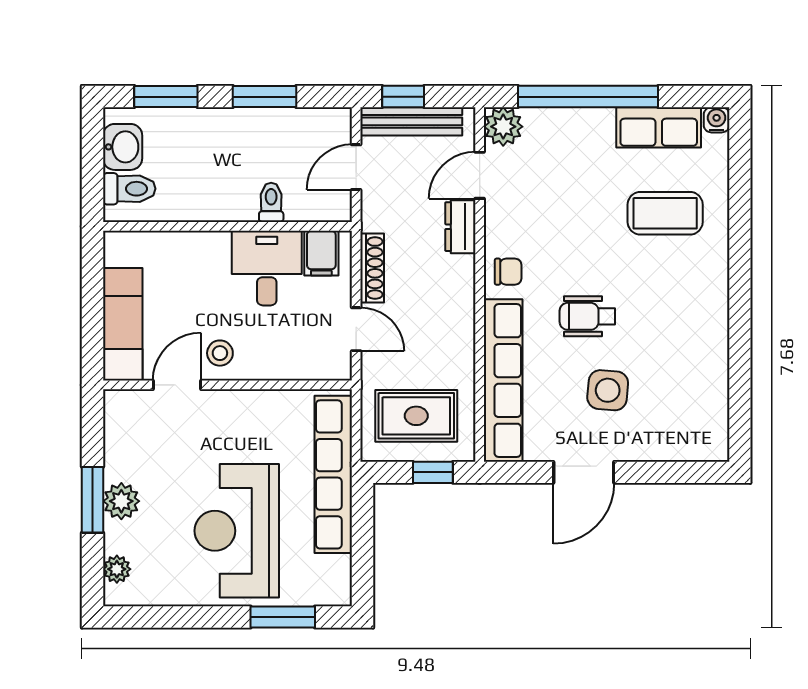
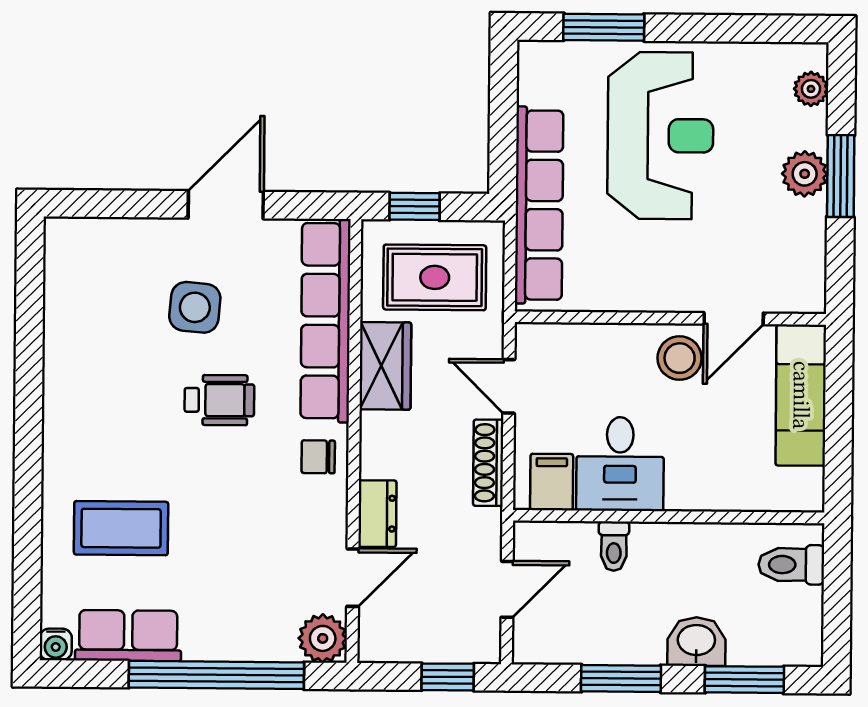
bench: (411, 121) -> (438, 646), removed
washbasin: (123, 147) -> (696, 641), moved, turned 90
wardrobe: (455, 345) -> (385, 366), added
stool: (220, 353) -> (680, 358), width x1.37, depth x1.37

